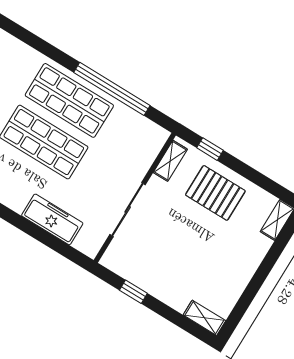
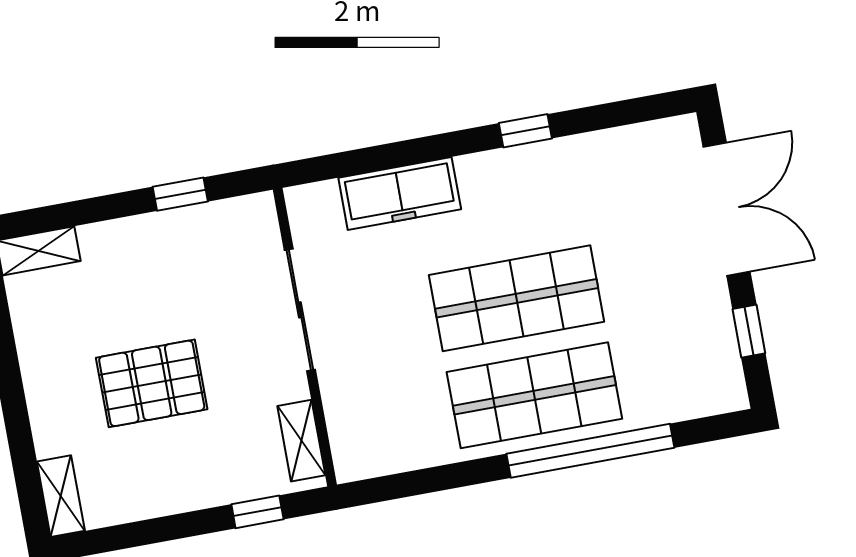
window: (112, 89) -> (590, 451), moved
pallet: (215, 193) -> (152, 383), moved

